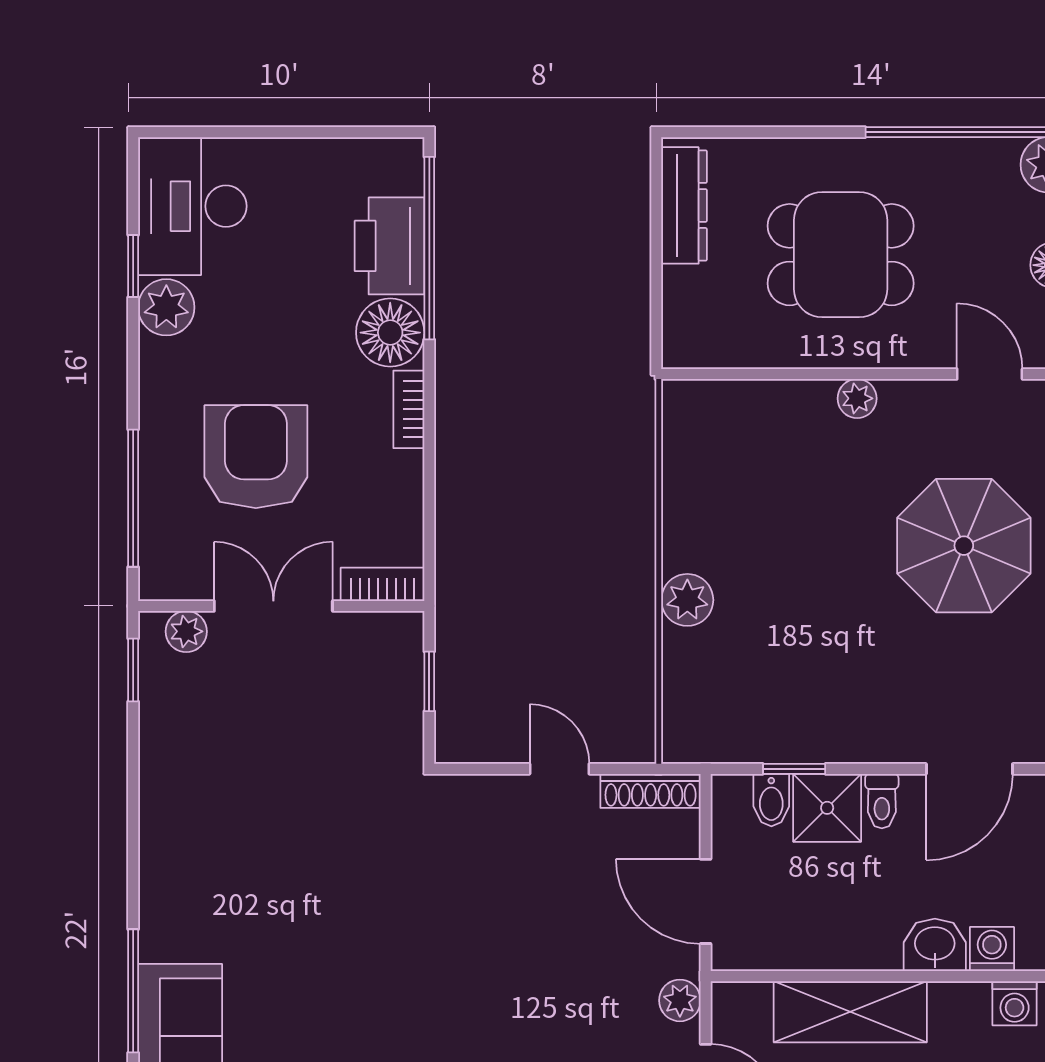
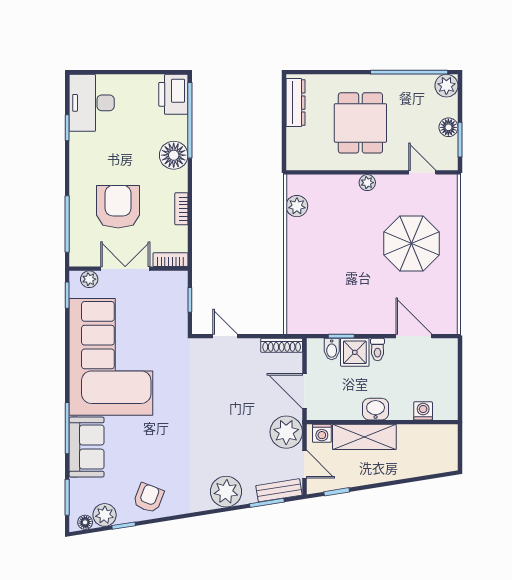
printer: (389, 246) -> (173, 94), moved
dining table: (841, 255) -> (360, 123), turned 90
plant: (166, 307) -> (81, 145), removed
bookcase: (409, 409) -> (181, 209), moved
plant: (687, 600) -> (297, 206), moved
door: (559, 769) -> (225, 336), moved
door: (969, 769) -> (414, 336), swing flipped
corner sofa: (239, 819) -> (111, 357), added
washbasin: (935, 945) -> (376, 409), moved
plant: (680, 1000) -> (286, 432), width x1.88, depth x1.88
washing machine: (1015, 1003) -> (322, 433), moved

